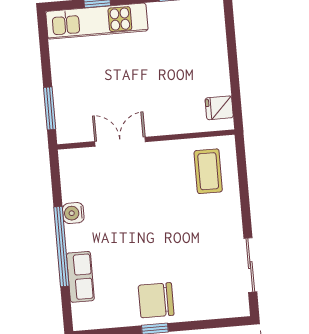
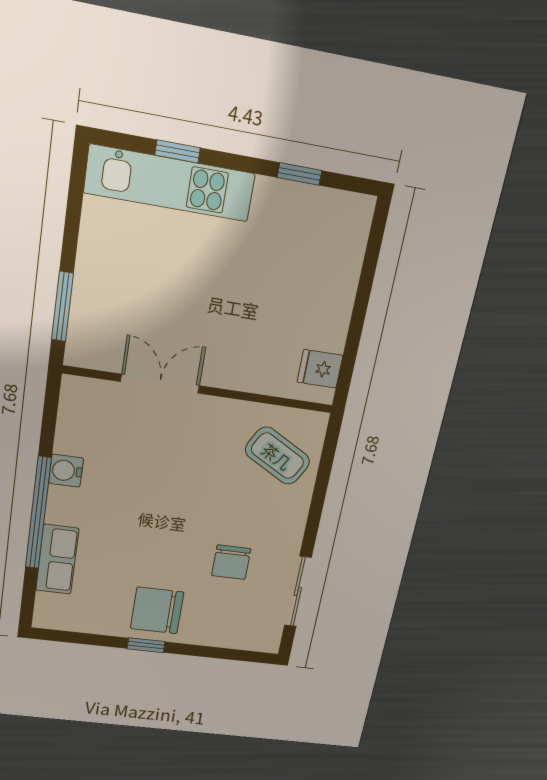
coffee table: (208, 171) -> (277, 456), turned -61
chair: (198, 253) -> (231, 562), added

